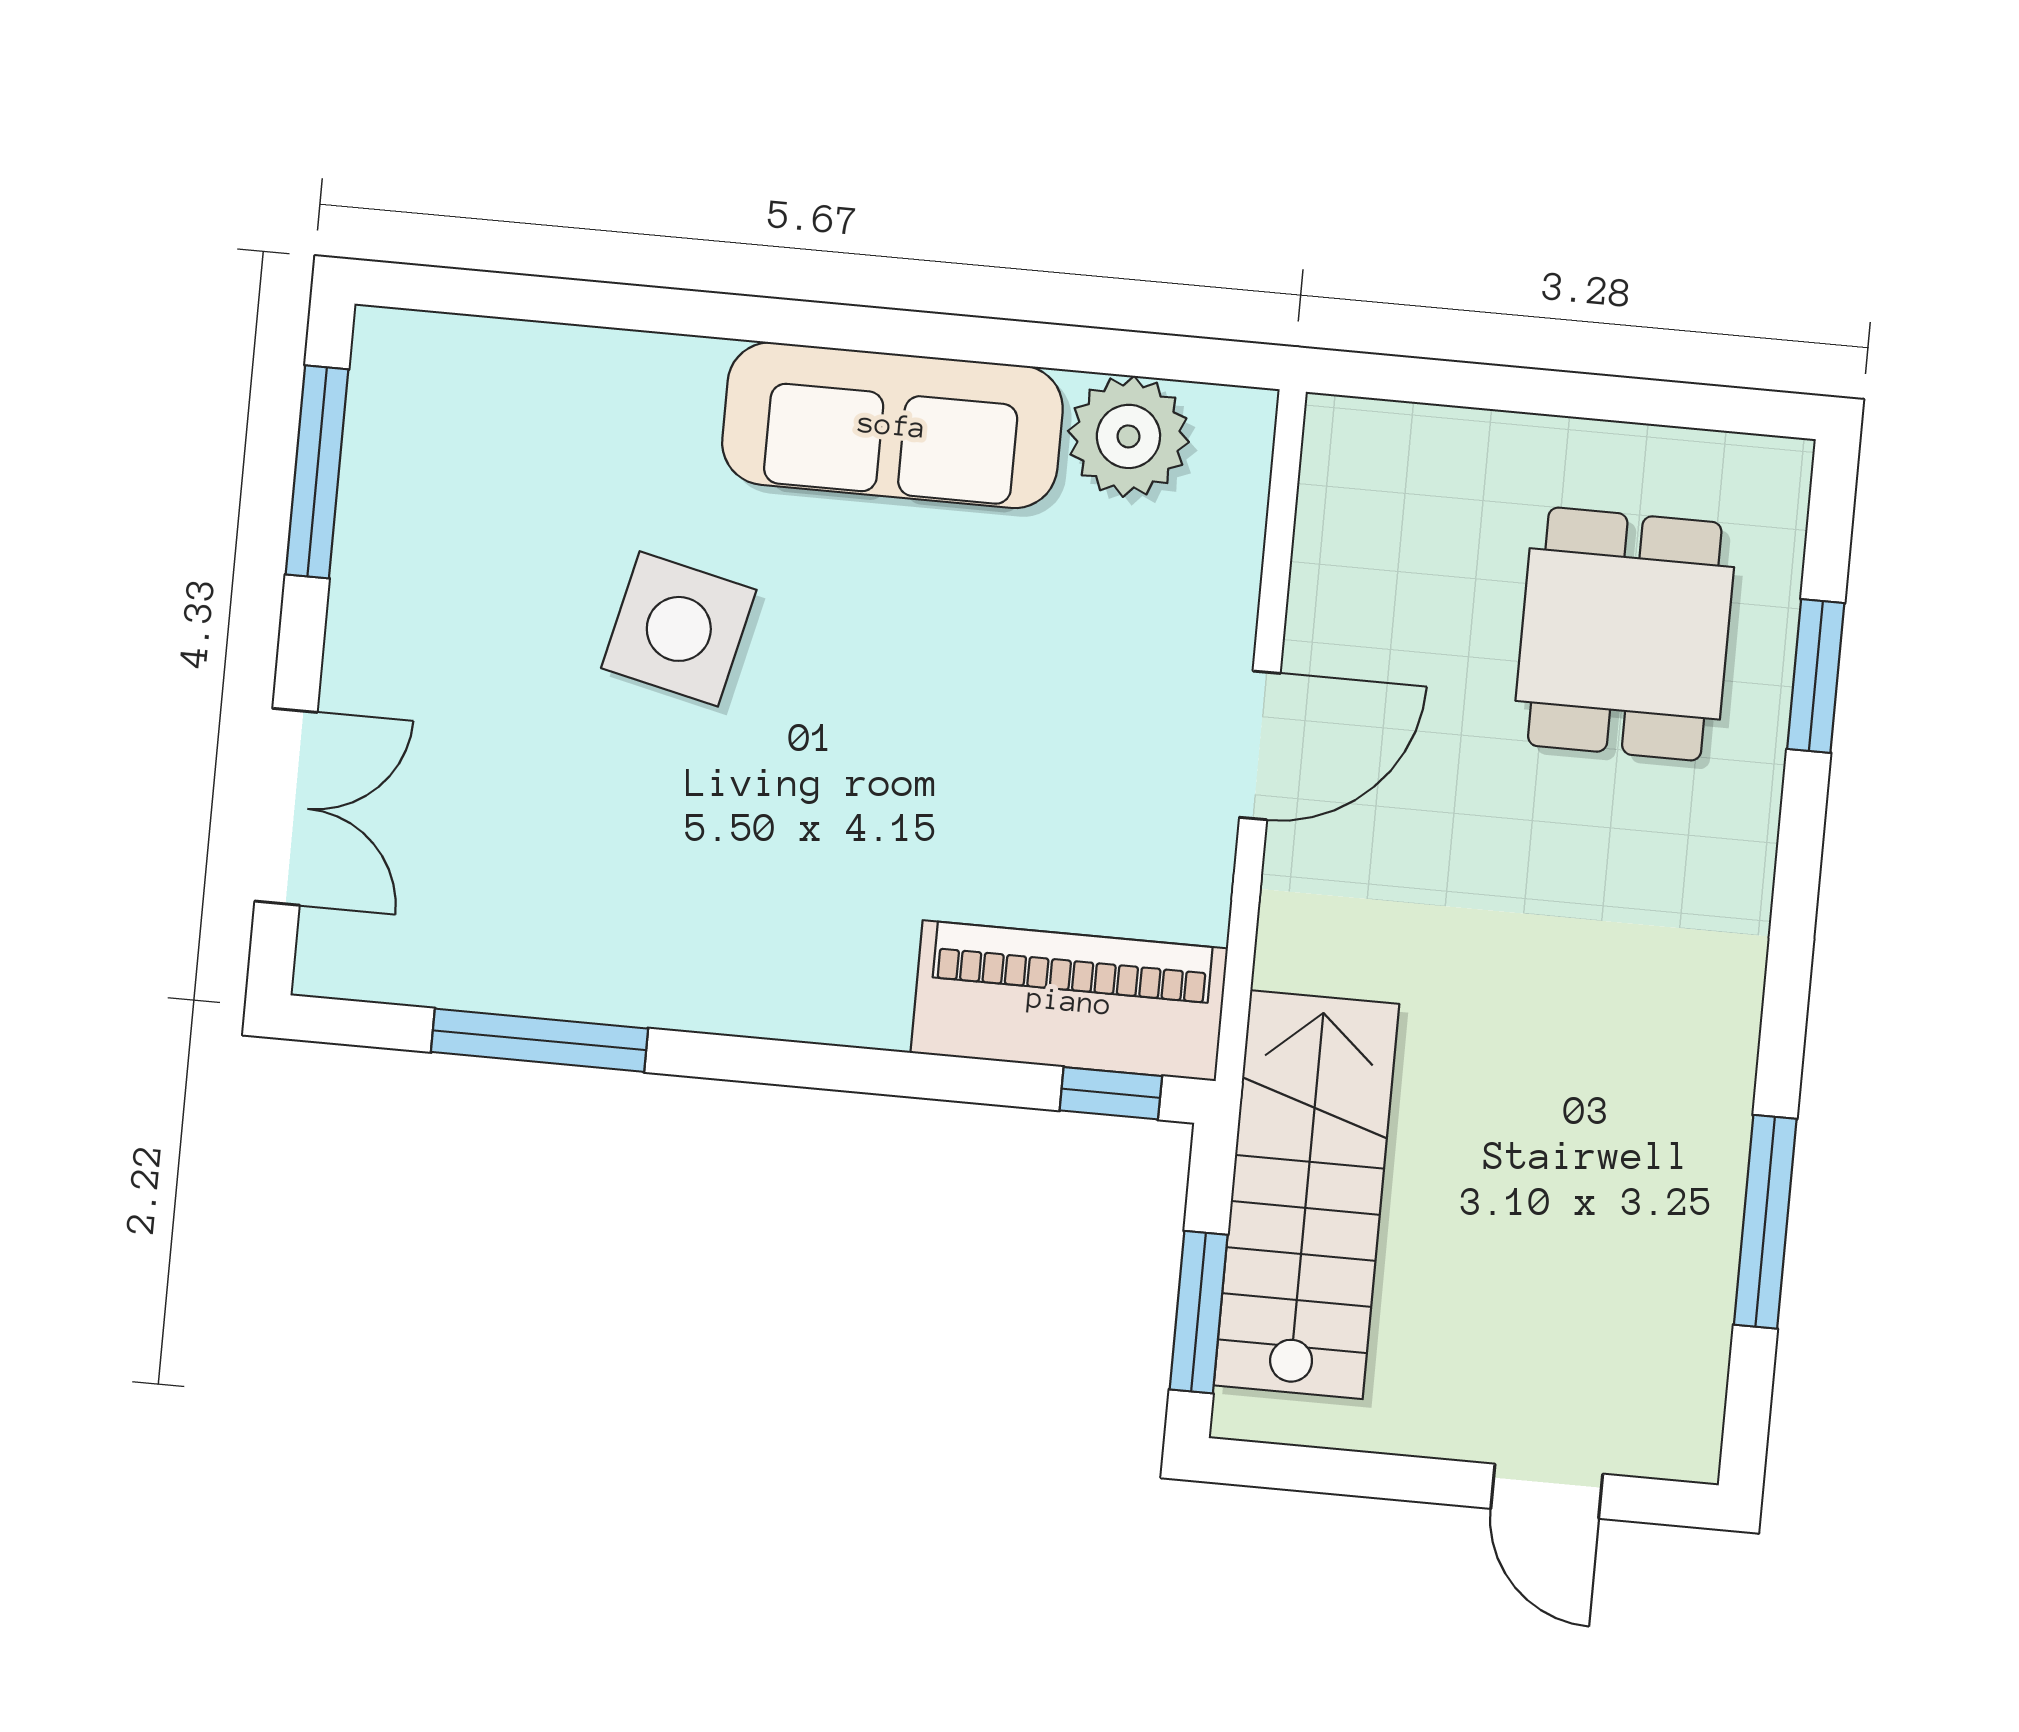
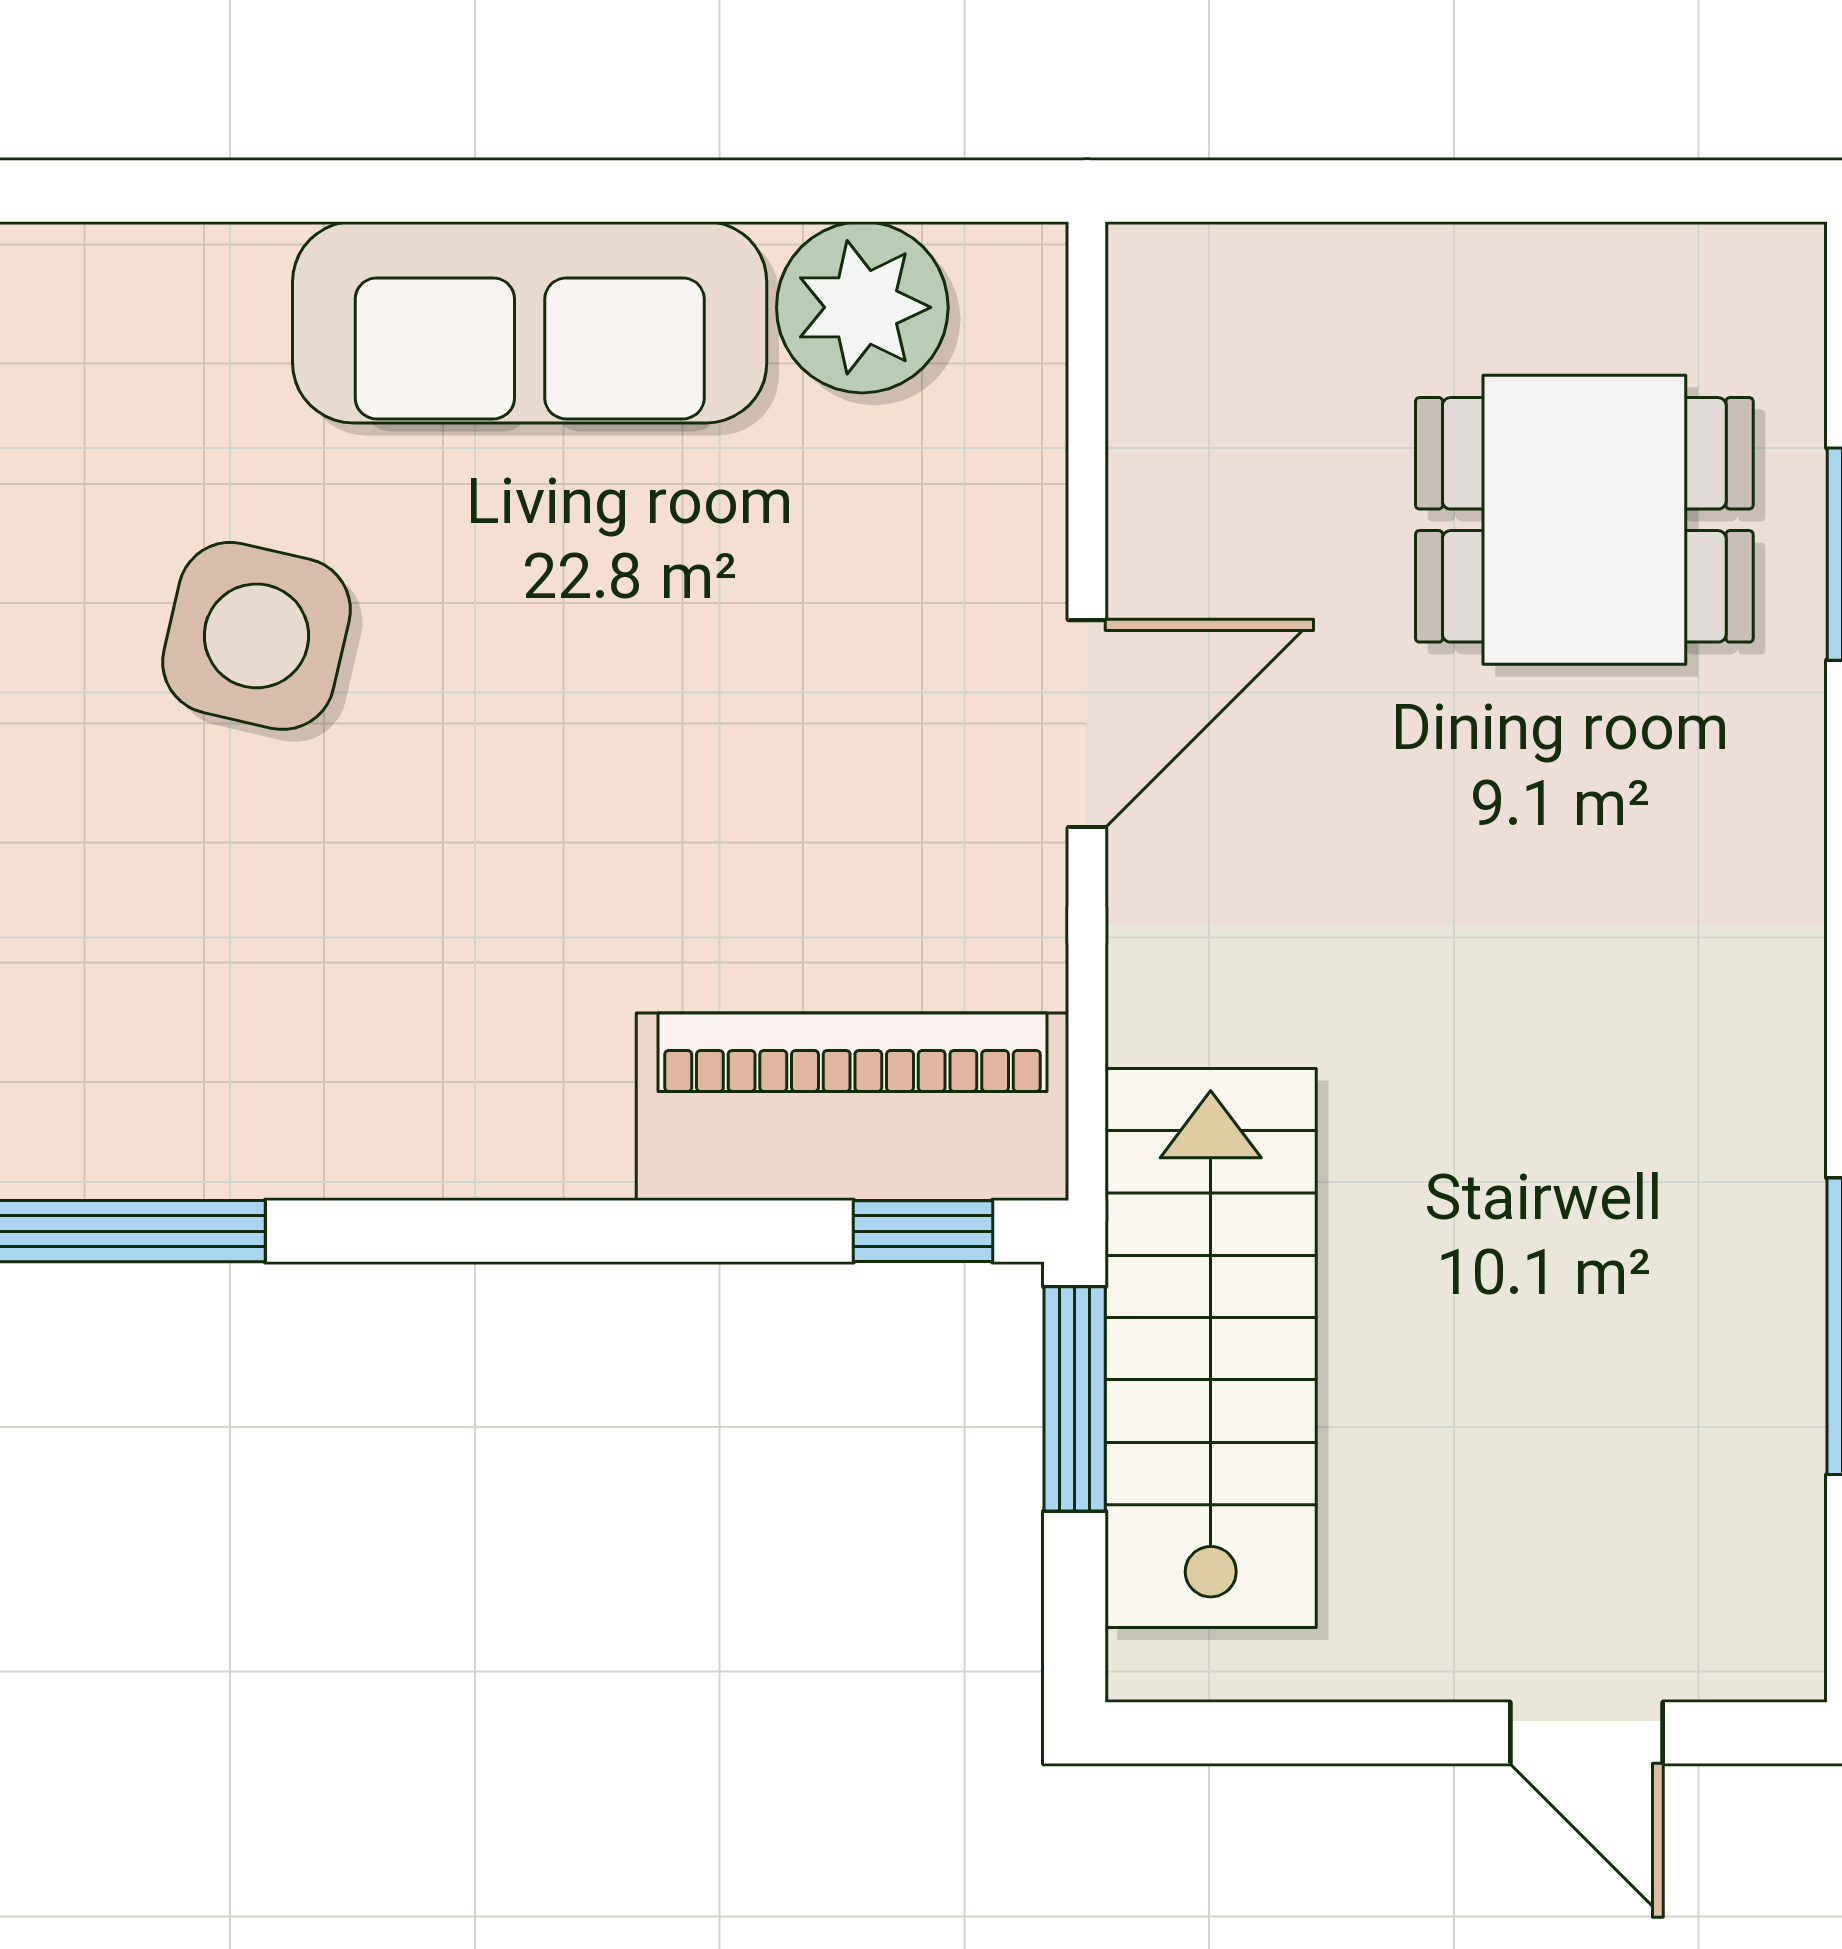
dining table: (1625, 634) -> (1584, 520), turned 90
window: (1199, 1312) -> (1075, 1399), moved

